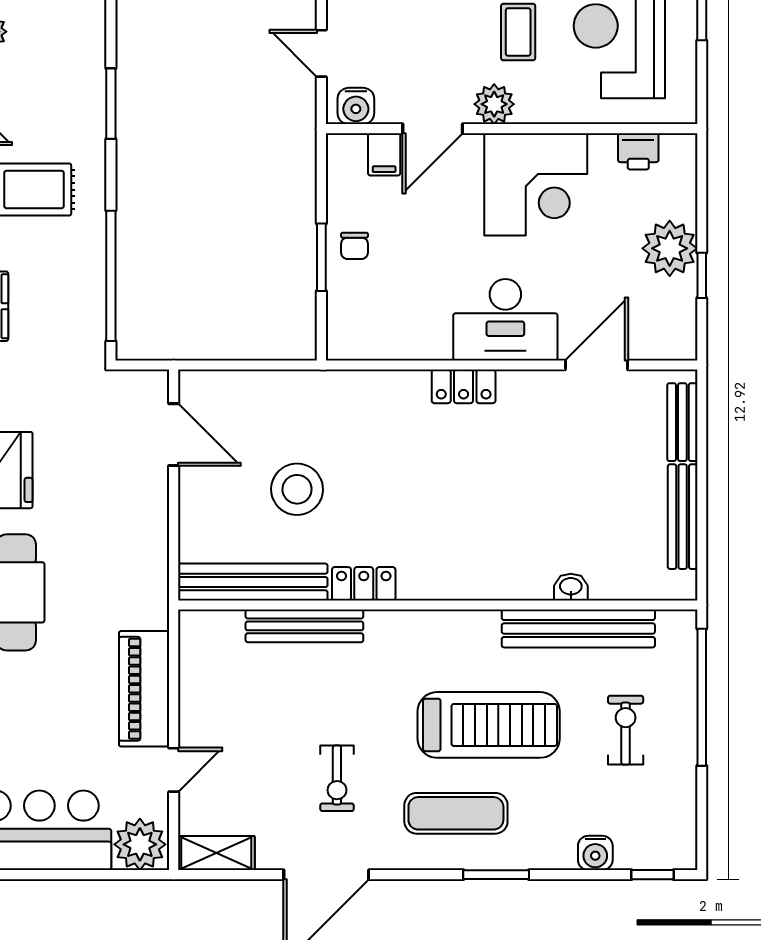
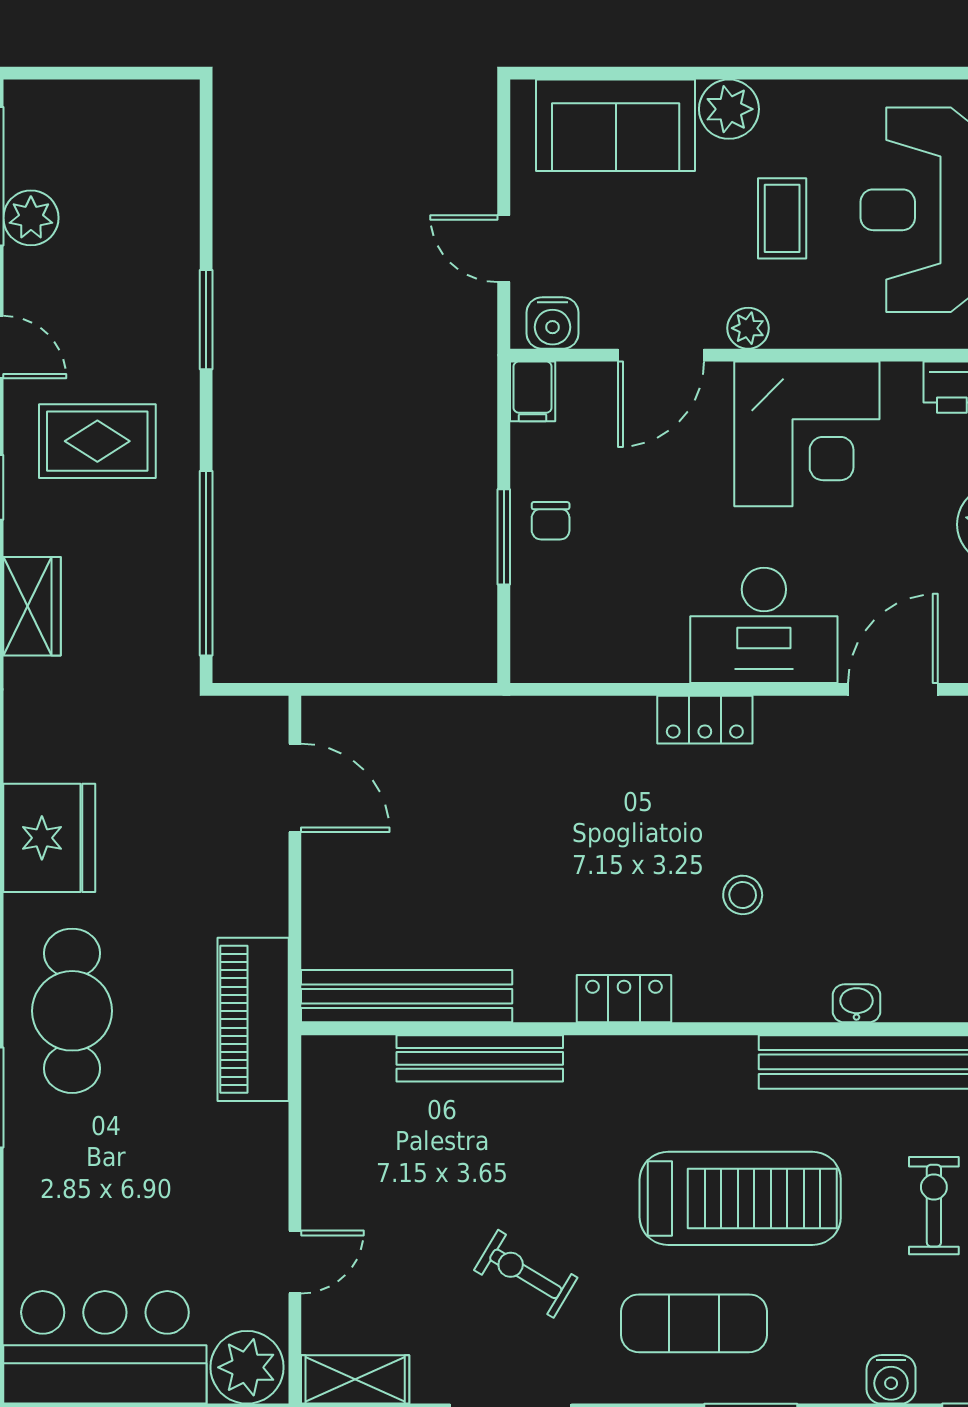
plant: (494, 104) -> (748, 328), width x0.73, depth x0.73
filing cabinet: (384, 154) -> (533, 391), moved
stool: (297, 489) -> (743, 895), moved, width x0.53, depth x0.53
locker: (364, 584) -> (624, 999), moved
piano: (144, 689) -> (253, 1019), moved
exercise bike: (337, 778) -> (526, 1274), turned 121

